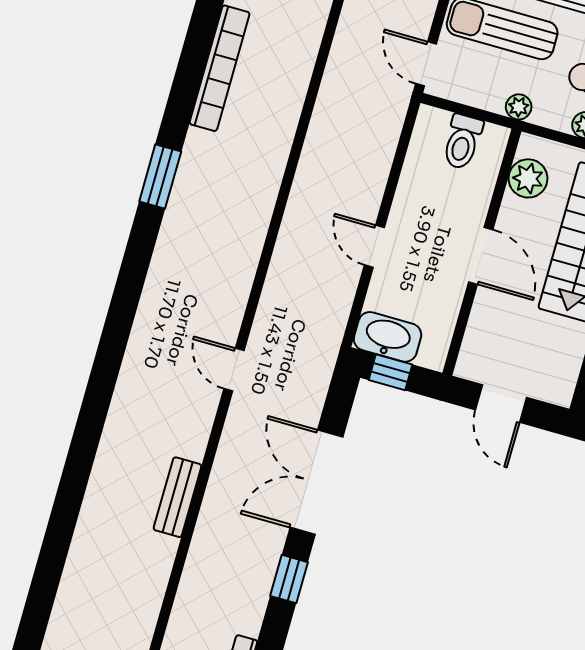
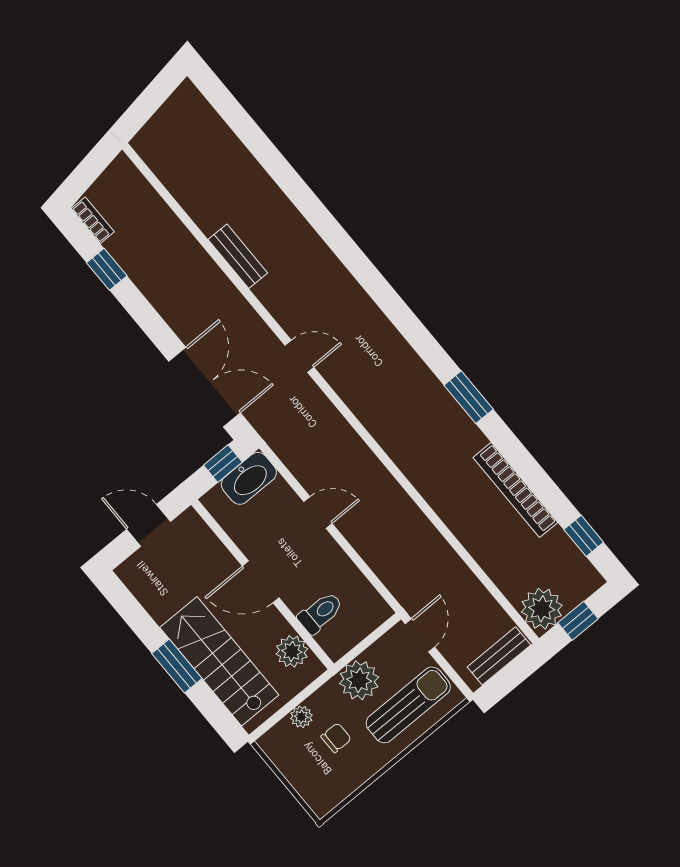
door: (426, 64) -> (420, 635), hinge flipped
plant: (519, 107) -> (359, 680), width x1.88, depth x1.88
toilet: (462, 142) -> (320, 613), moved, turned 90
double door: (316, 482) -> (204, 387), moved
window: (289, 579) -> (107, 269), moved

